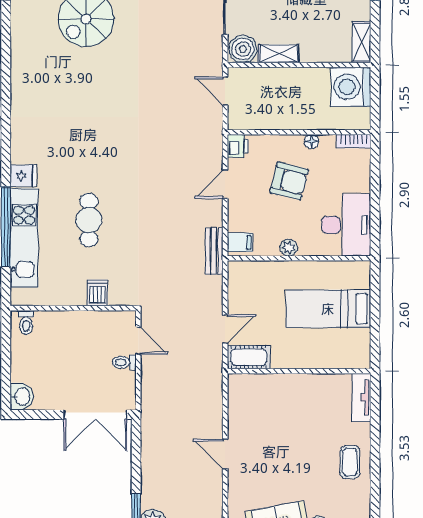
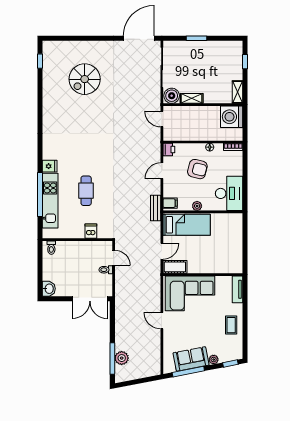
bed: (328, 309) -> (187, 225), moved, turned 180
corner sofa: (276, 405) -> (190, 293), added

